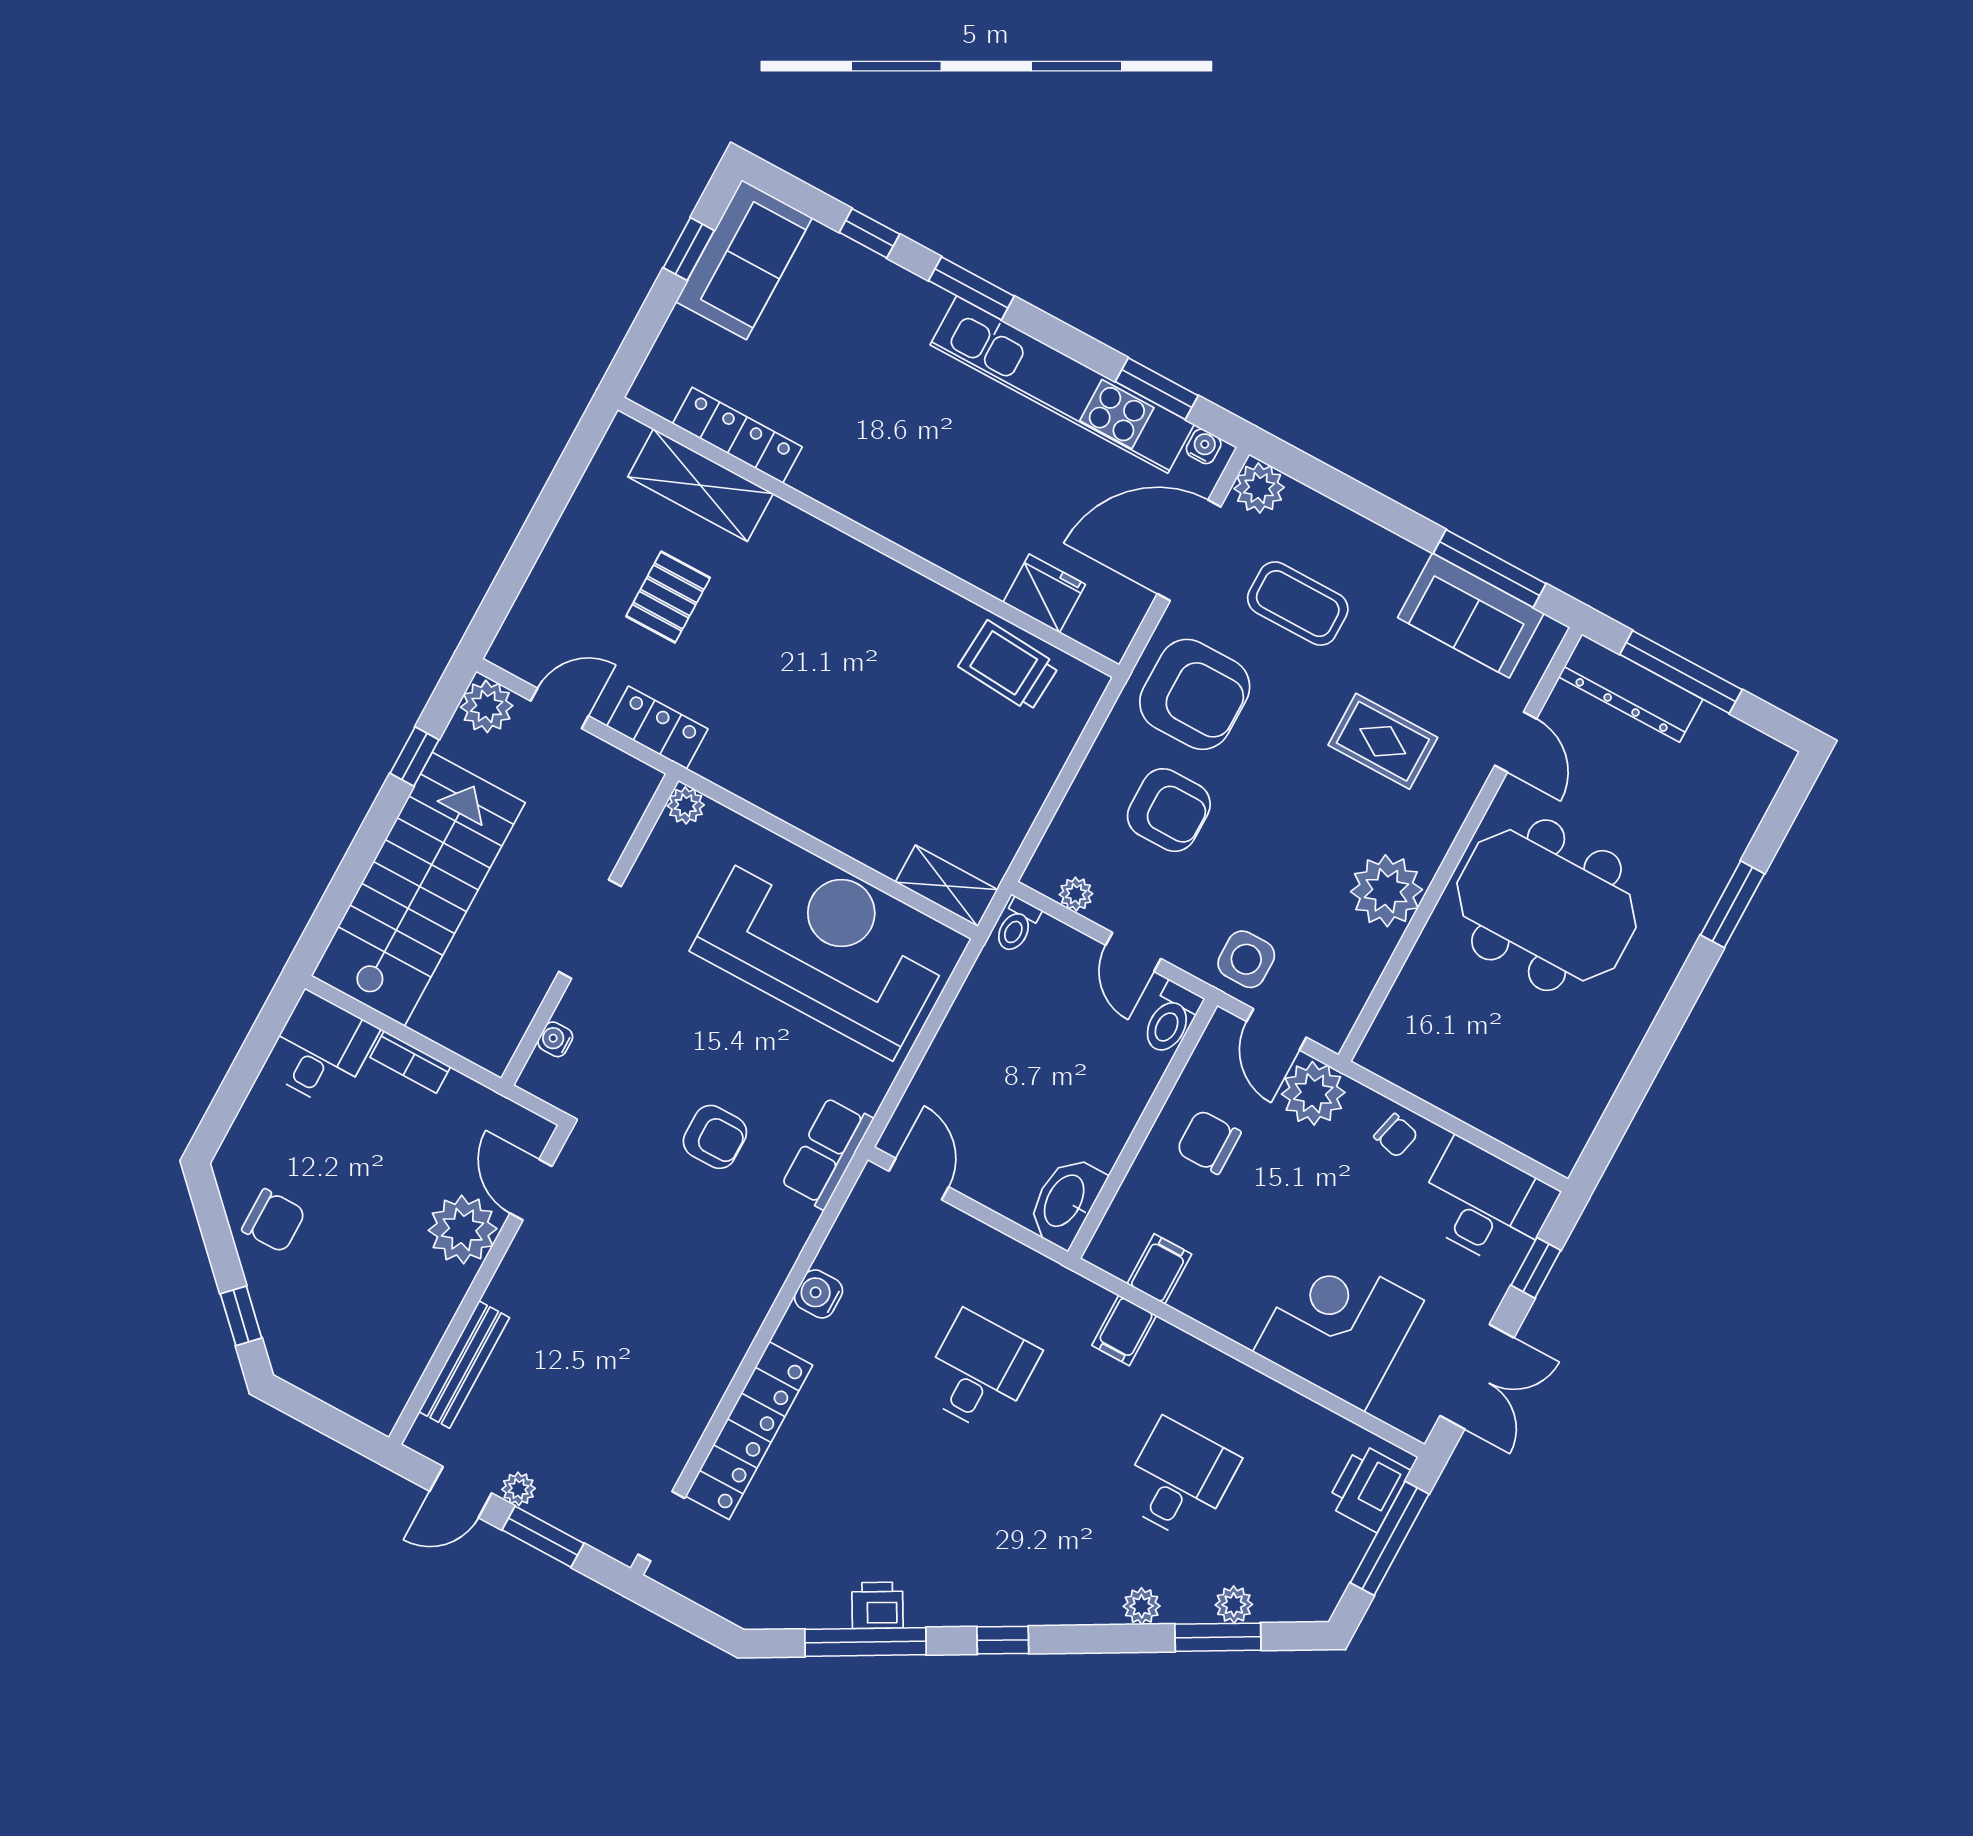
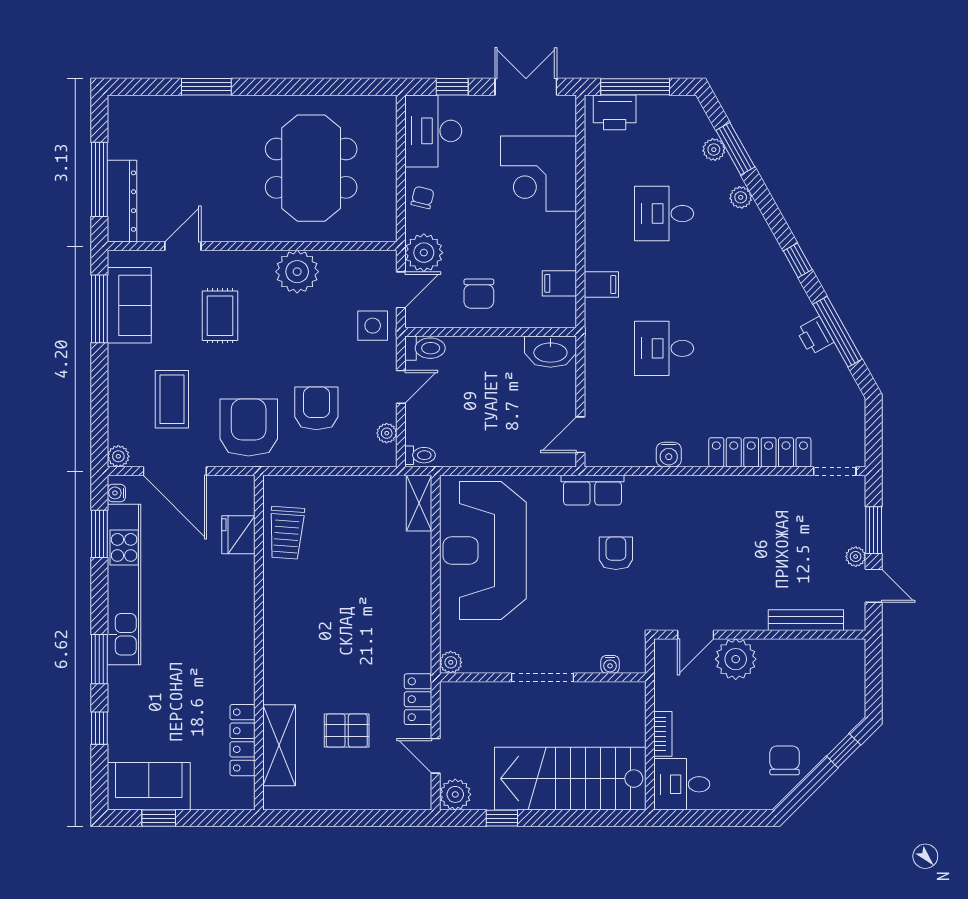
plant: (1259, 488) -> (118, 456), width x0.73, depth x0.73
meeting table: (1546, 905) -> (311, 168), moved

